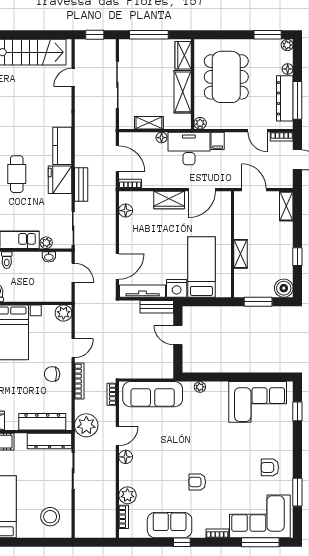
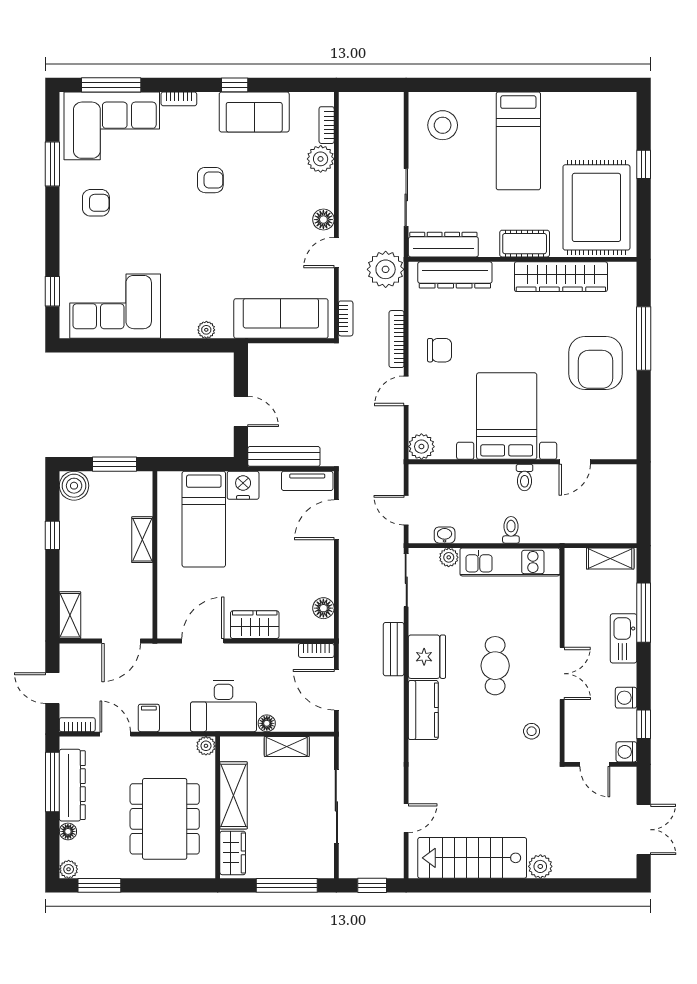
filing cabinet: (218, 141) -> (149, 718), moved
door: (254, 190) -> (121, 641), hinge flipped
tv unit: (143, 291) -> (307, 481), width x0.71
bench: (157, 307) -> (284, 456), width x1.36

